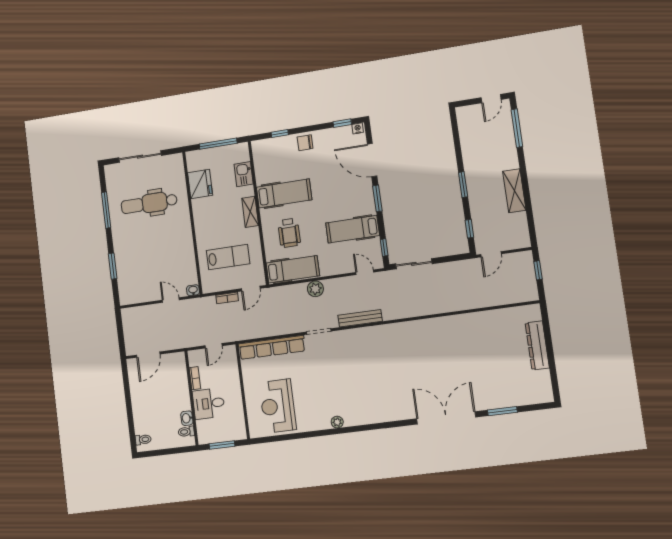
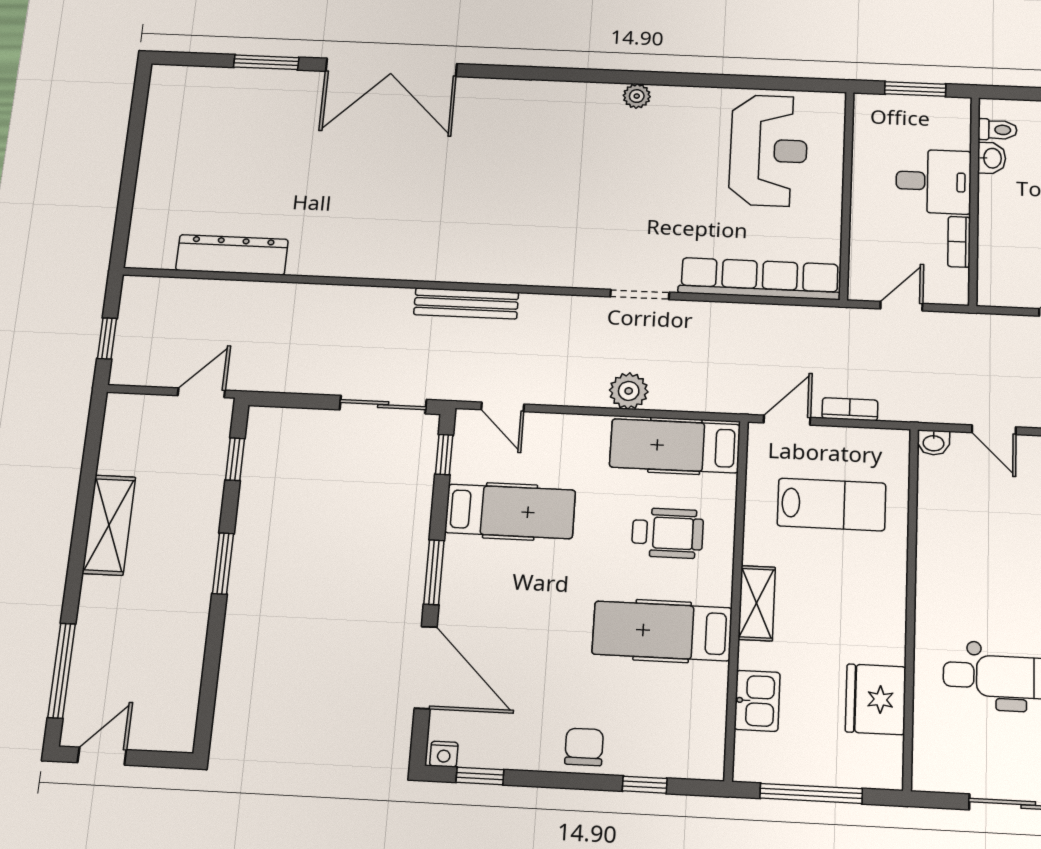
chair: (305, 143) -> (584, 747), turned -90
wheelchair: (289, 233) -> (668, 533), turned 90
lab bench: (228, 257) -> (831, 505), turned 180
bench: (360, 318) -> (466, 303), moved
dresser: (537, 345) -> (232, 255), moved, turned -90

